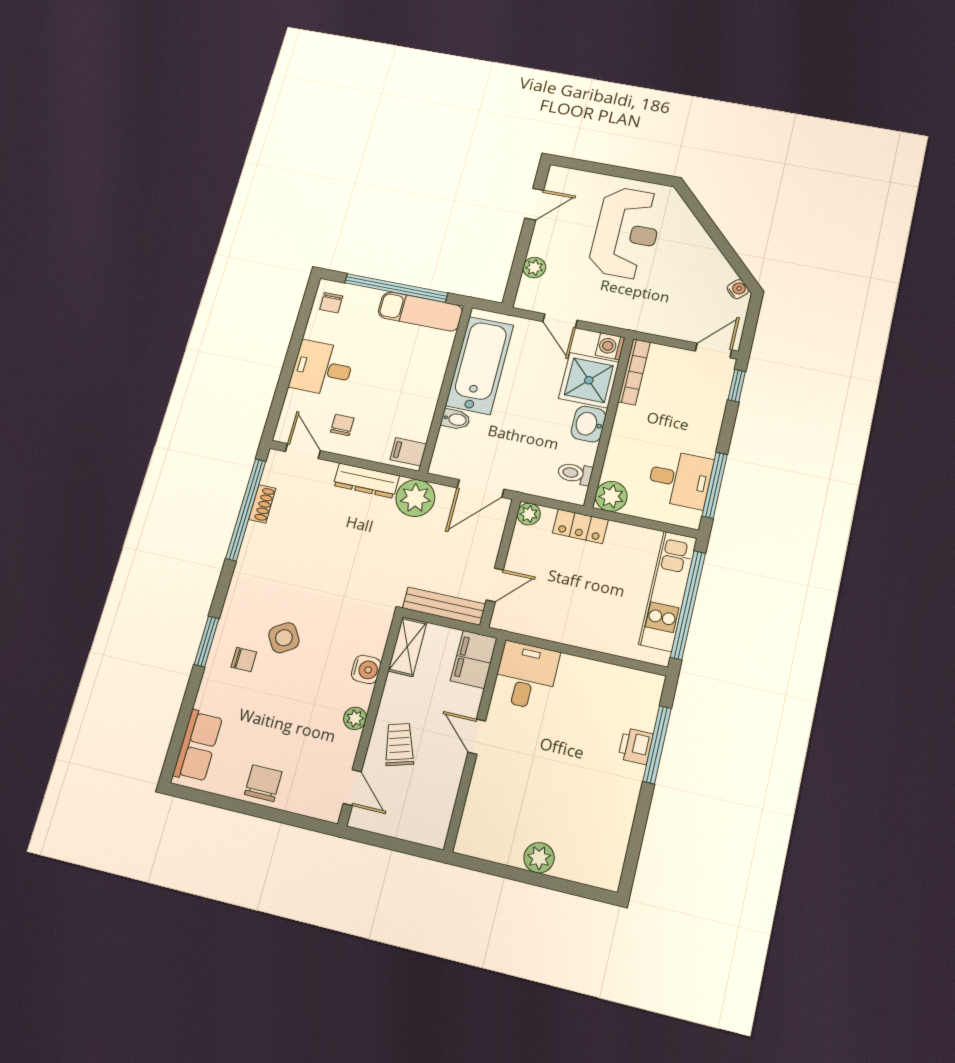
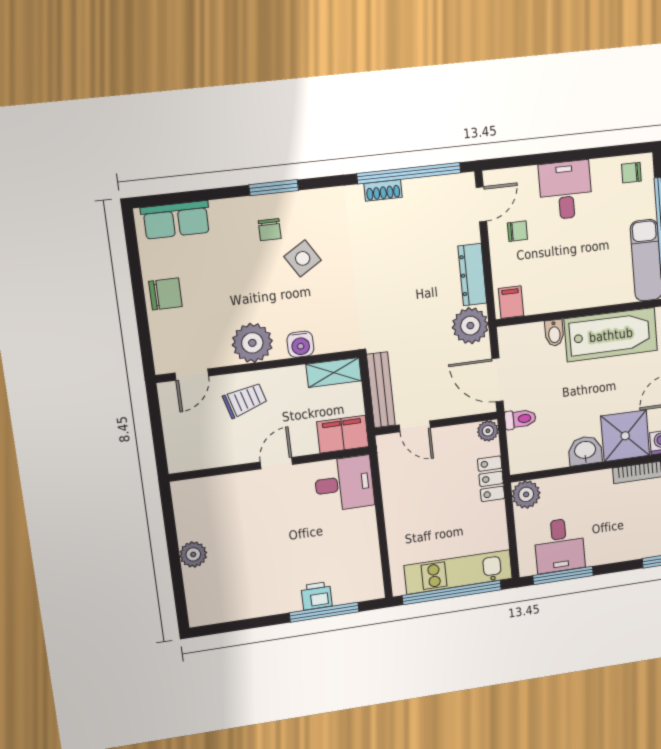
toilet: (575, 473) -> (520, 419), moved, turned 90
shoe rack: (262, 504) -> (383, 190), moved
plant: (355, 718) -> (252, 343), width x1.87, depth x1.87

